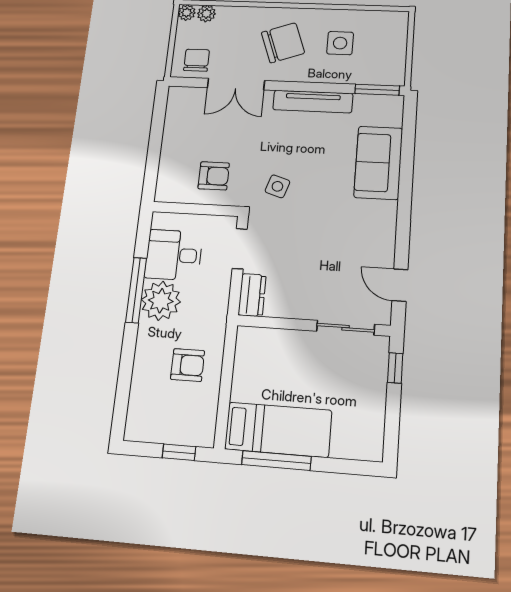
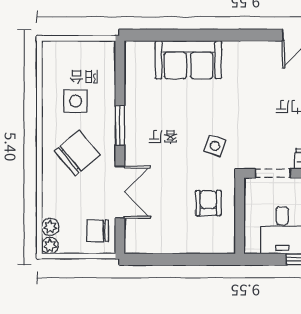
chair: (283, 43) -> (77, 153), turned 70
window: (377, 90) -> (120, 125), moved
tv unit: (313, 102) -> (134, 121), removed

